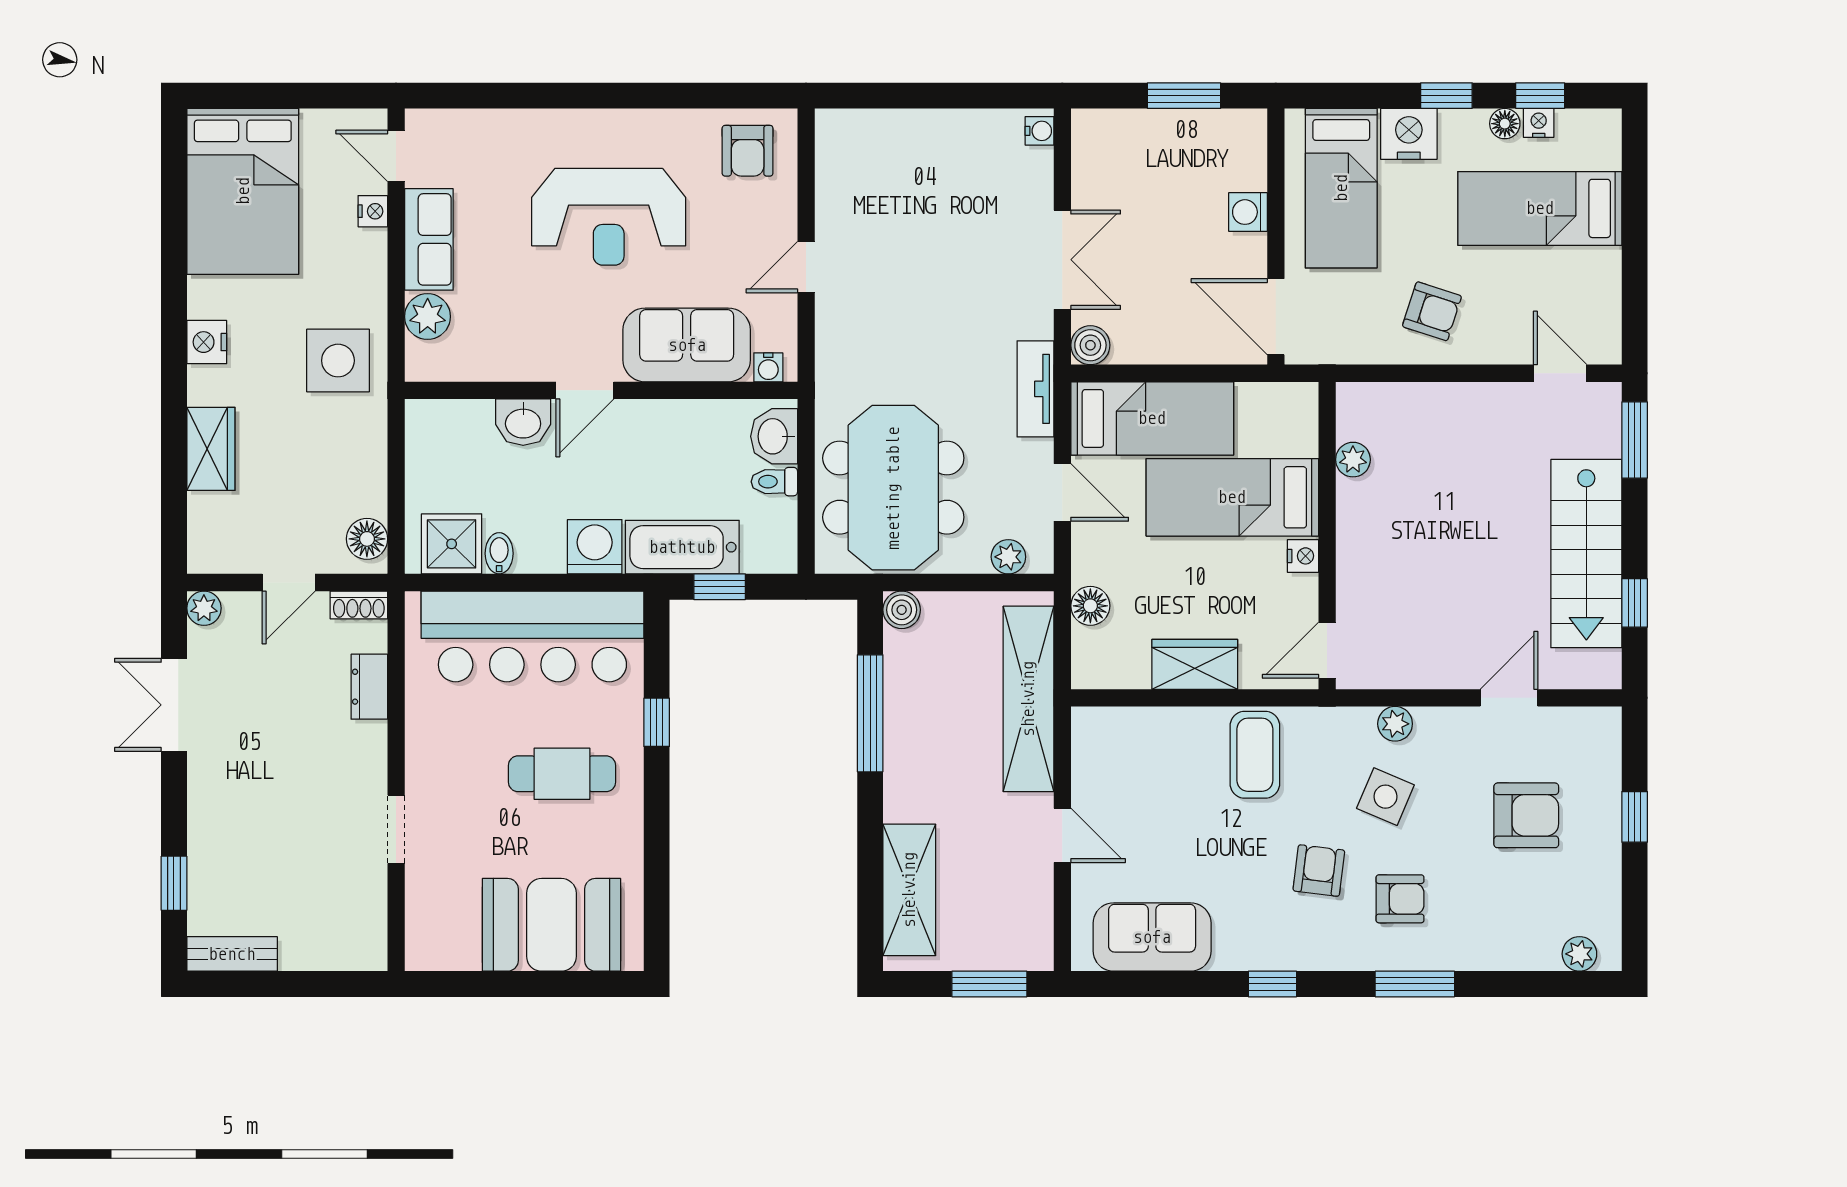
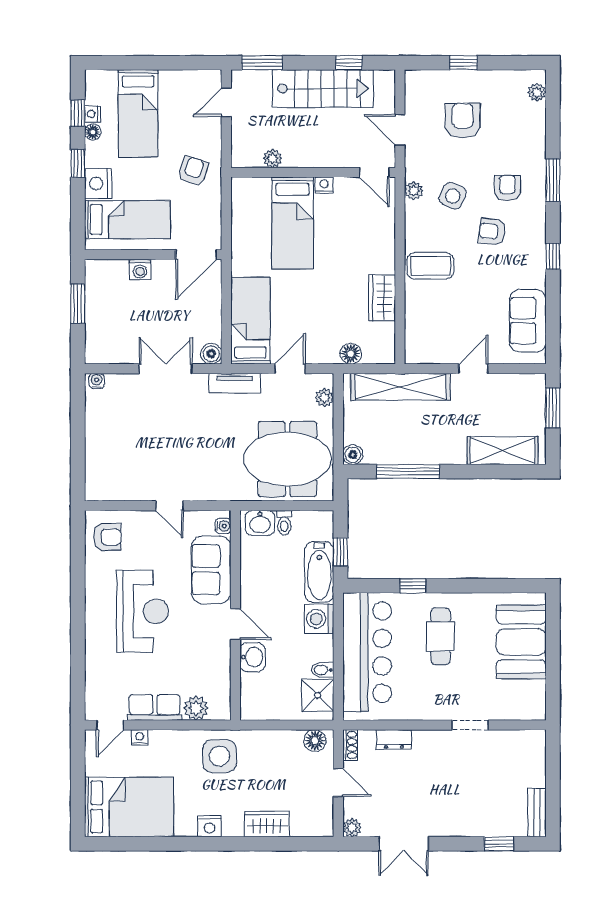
plant: (1353, 460) -> (272, 158), moved
bed: (1232, 497) -> (293, 223), moved
wall: (1327, 536) -> (313, 172), moved
nightstand: (1303, 556) -> (324, 185), moved
door: (1327, 650) -> (374, 172), moved

